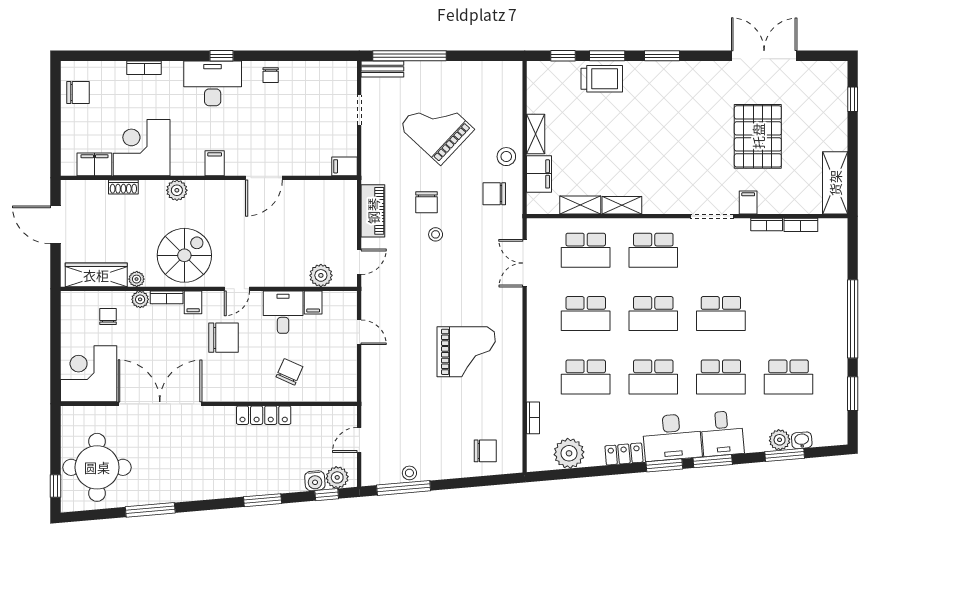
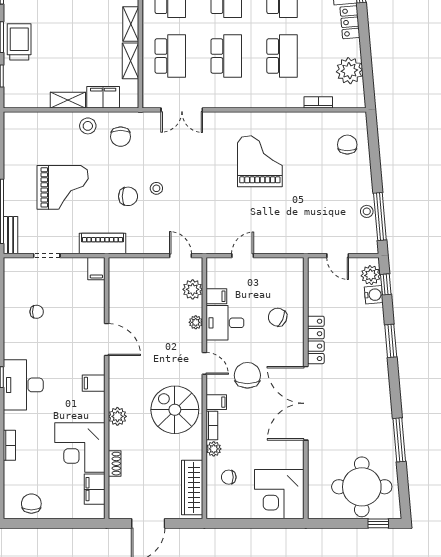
chair: (271, 75) -> (37, 312), moved
grand piano: (437, 128) -> (63, 187), turned -133
piano: (373, 211) -> (103, 244), moved
plant: (137, 279) -> (196, 322), moved
double door: (160, 404) -> (306, 403), moved

